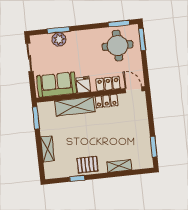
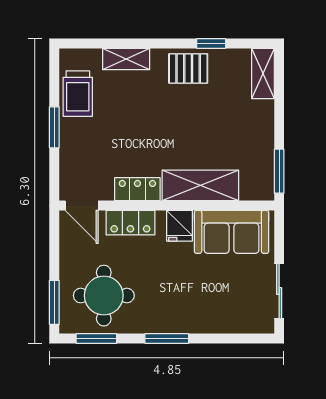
window: (58, 30) -> (167, 338), moved
plant: (59, 39) -> (217, 320), removed
trolley: (142, 146) -> (78, 94), added
window: (154, 147) -> (54, 127), moved
shelving: (48, 149) -> (263, 73), moved

